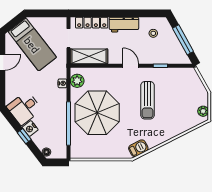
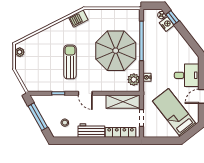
desk: (24, 108) -> (187, 75), moved, turned 38
nightstand: (30, 128) -> (167, 24), moved
window: (24, 136) -> (172, 18), moved

